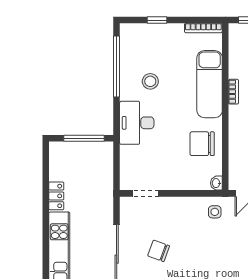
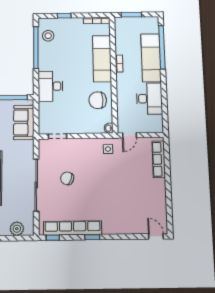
stool: (150, 81) -> (48, 36), moved
sofa: (100, 173) -> (24, 122), added

